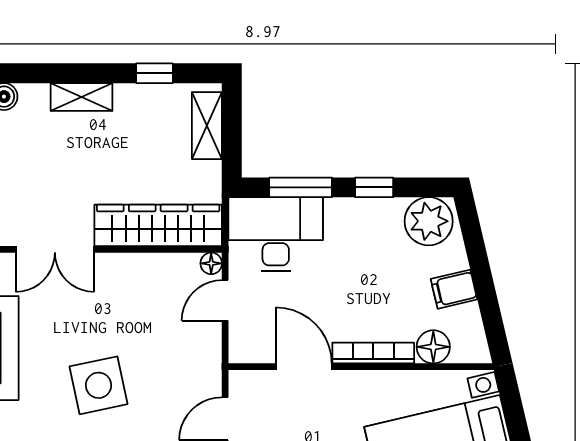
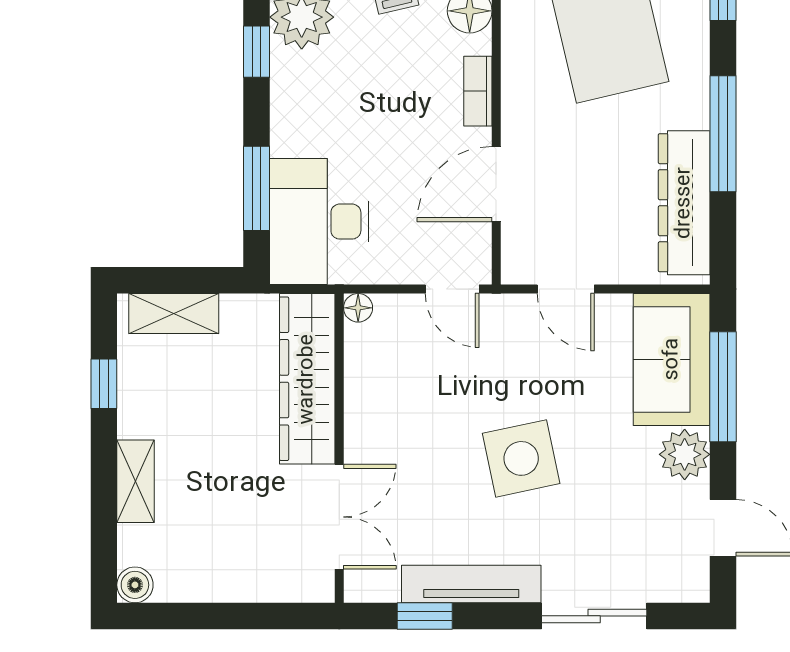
window: (374, 187) -> (256, 52), moved
door: (225, 300) -> (452, 289), moved
bookcase: (373, 353) -> (478, 91), width x0.64

